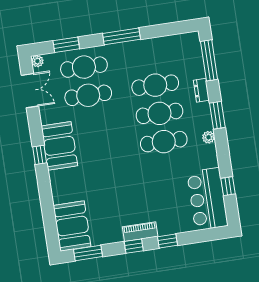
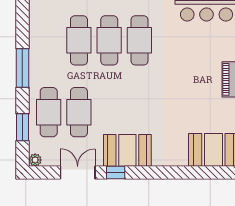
double door: (30, 91) -> (78, 173), moved
window: (40, 155) -> (116, 173), moved

